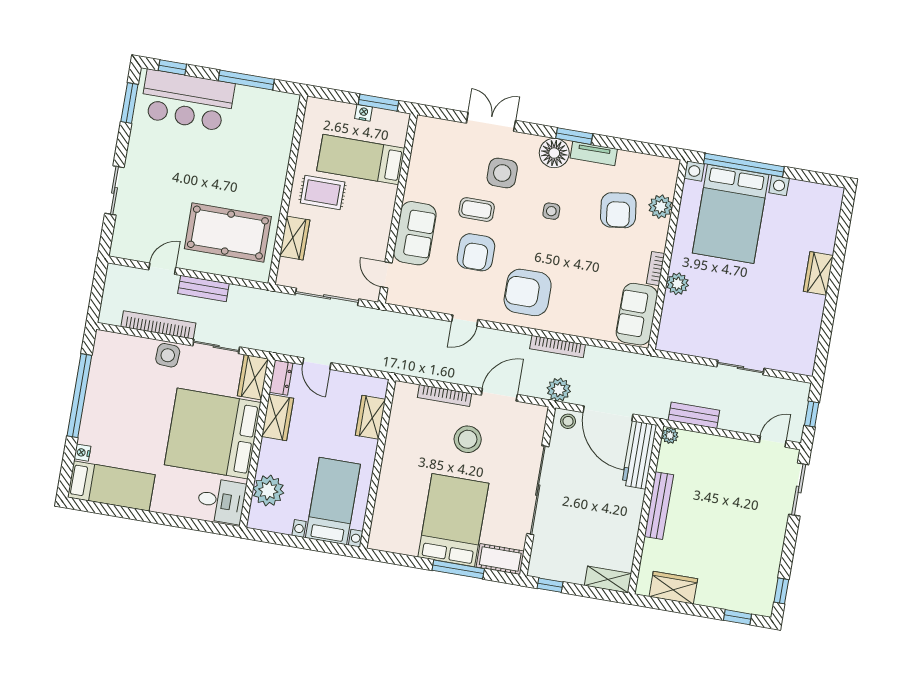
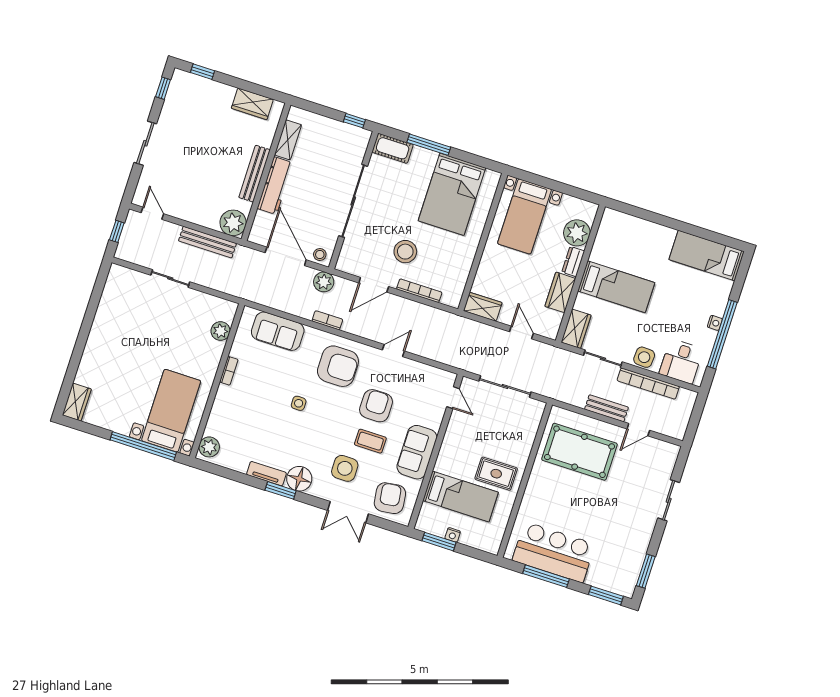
window: (172, 67) -> (606, 595), width x1.50
bar counter: (187, 100) -> (554, 552), moved
plant: (661, 207) -> (209, 447), moved
armchair: (618, 210) -> (390, 498), moved
side table: (551, 211) -> (299, 403), moved
bed with nightstands: (731, 214) -> (171, 411), width x0.73
sofa: (415, 233) -> (417, 452), moved
wardrobe: (295, 238) -> (525, 439), removed
wardrobe: (818, 273) -> (77, 402), moved
plant: (677, 284) -> (220, 331), moved
sofa: (637, 314) -> (278, 331), moved, turned 90
bookcase: (558, 347) -> (327, 320), width x0.64
dresser: (281, 378) -> (573, 262), moved
bench: (694, 415) -> (208, 242), width x1.36
wardrobe: (370, 417) -> (483, 307), moved, turned -90
bed: (213, 434) -> (616, 287), width x0.49
plant: (670, 436) -> (233, 223), width x1.88, depth x1.88
door: (773, 442) -> (152, 213), swing flipped
nightstand: (82, 453) -> (715, 323), moved
workbench: (639, 455) -> (275, 186), moved
sliding door: (799, 490) -> (145, 143), moved
desk: (221, 501) -> (681, 361), moved, turned -90
bed: (453, 520) -> (452, 194), moved
shelving: (608, 580) -> (288, 140), moved, turned 90

